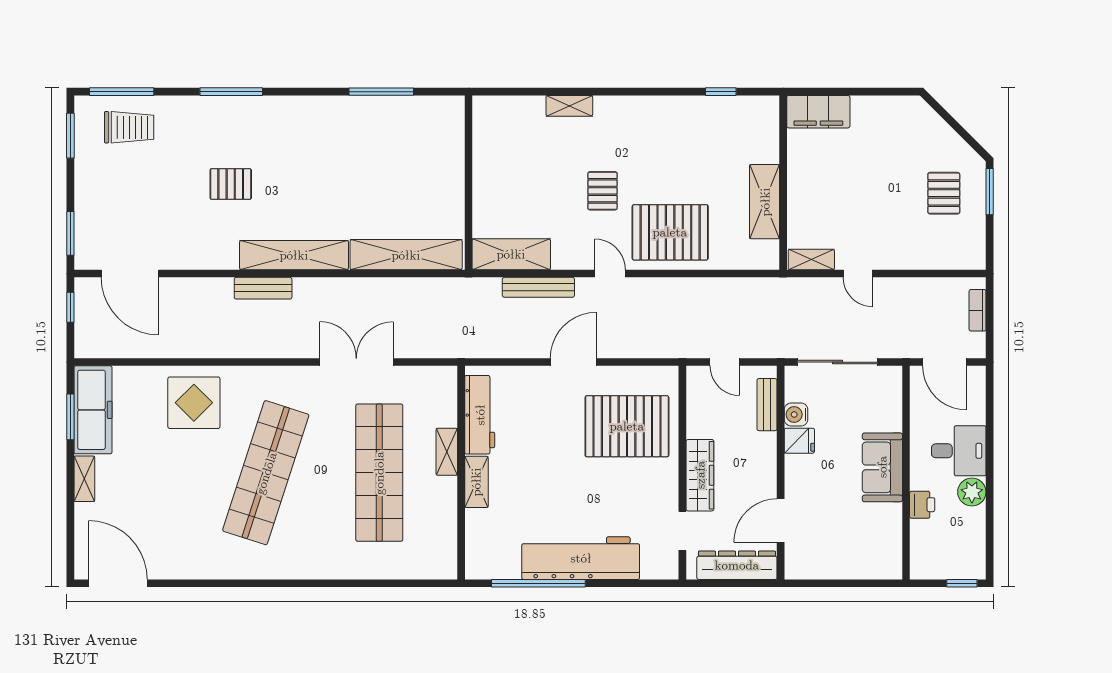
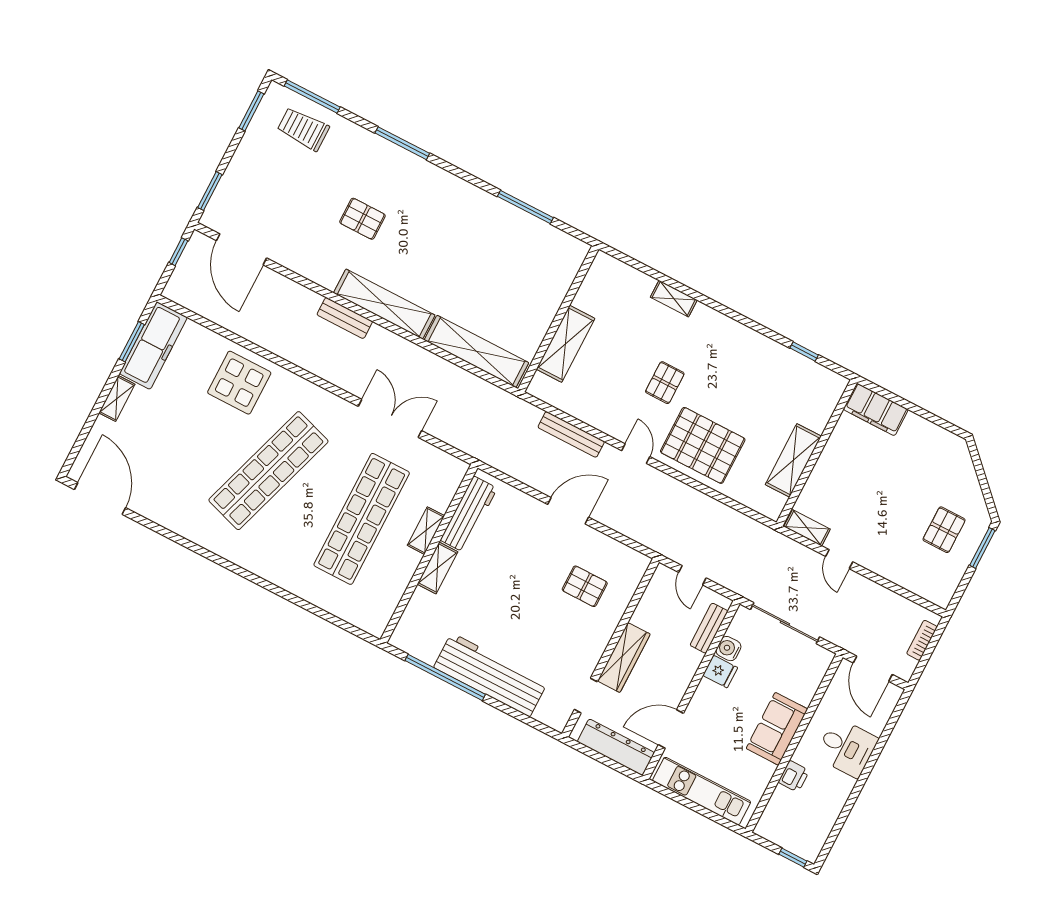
trolley: (129, 127) -> (303, 129), turned 180
shelving: (511, 254) -> (565, 344), moved, turned 90
pallet: (627, 426) -> (585, 586), width x0.49, depth x0.50
plant: (972, 492) -> (840, 787), removed
kitchen unit: (841, 565) -> (702, 791), added

